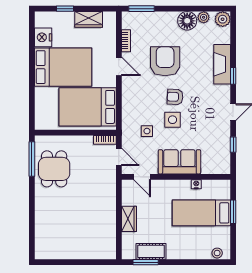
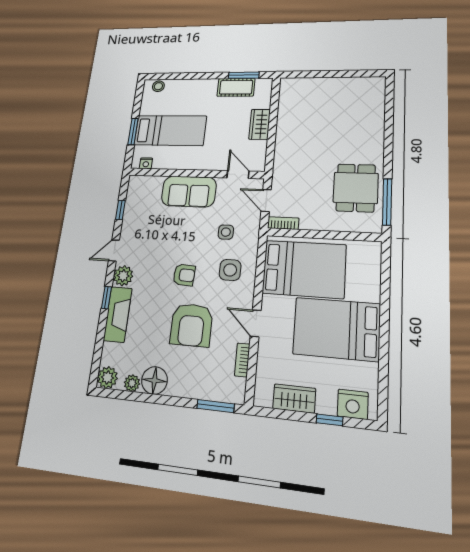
nightstand: (43, 37) -> (353, 404), moved, turned 90
plant: (222, 93) -> (123, 276), added
side table: (172, 120) -> (230, 270), moved
nightstand: (196, 184) -> (146, 163), moved

